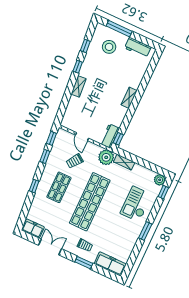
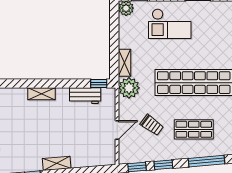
workbench: (110, 136) -> (85, 96), moved
window: (34, 186) -> (207, 161), width x2.17

